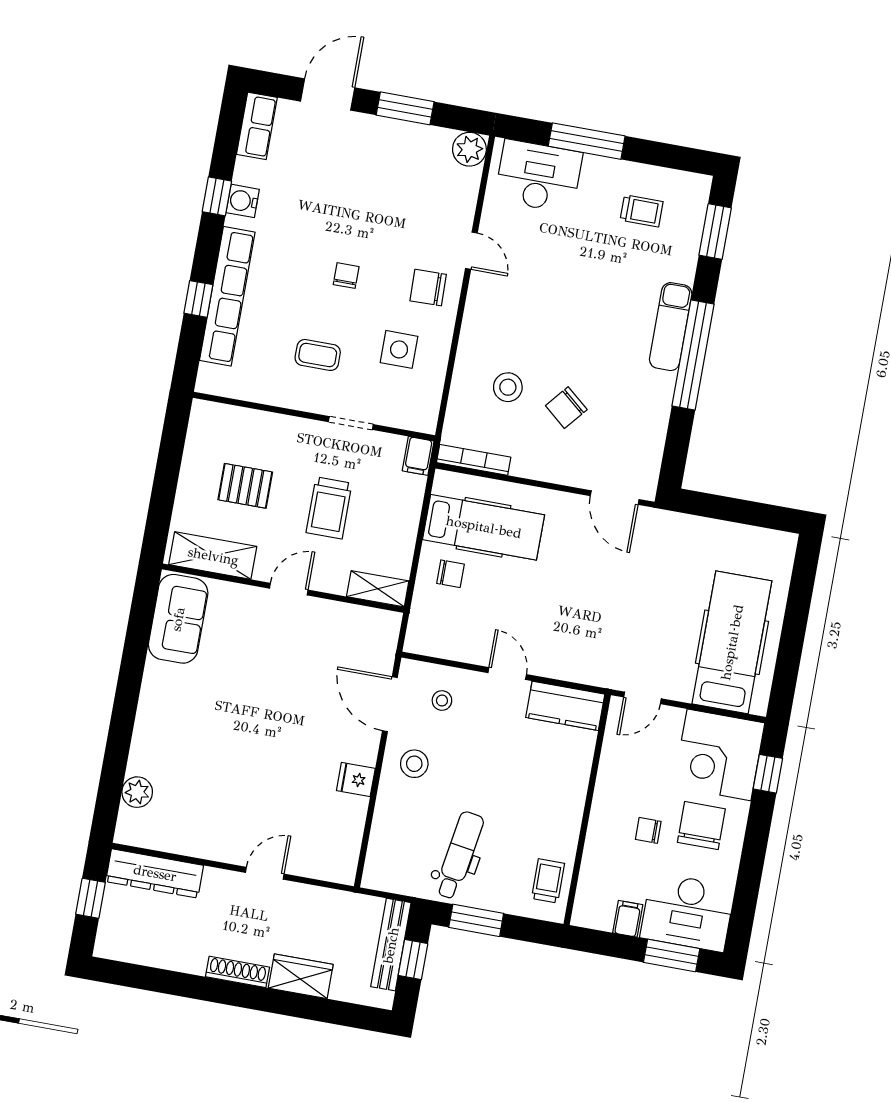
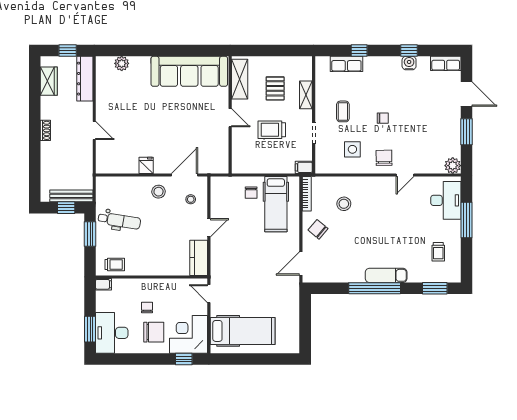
row of seats: (227, 296) -> (346, 64), width x0.50
chair: (566, 408) -> (318, 229), moved
shelving: (378, 589) -> (306, 95), moved
sofa: (178, 619) -> (189, 71), width x1.85, depth x1.27
filing cabinet: (628, 919) -> (104, 284), moved
shoe rack: (237, 972) -> (45, 130), width x0.70
wardrobe: (301, 976) -> (49, 81), moved

